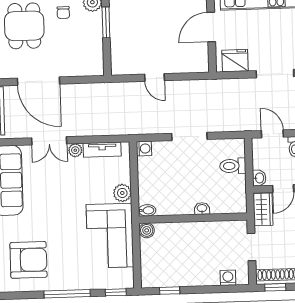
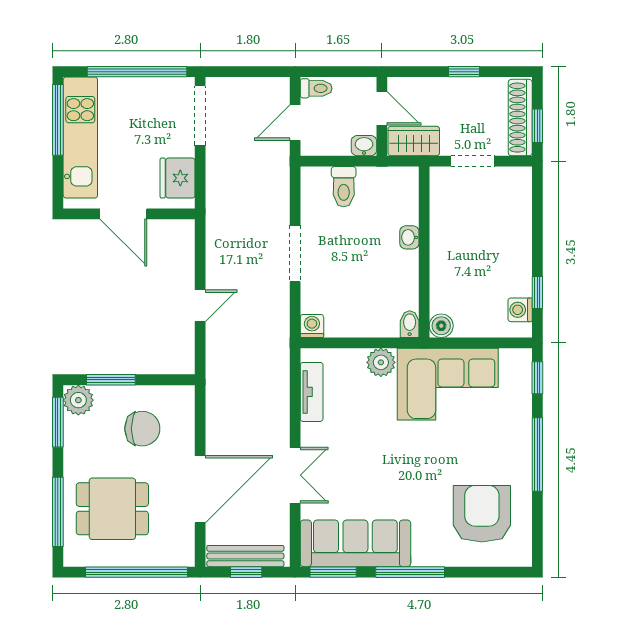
chair: (63, 13) -> (142, 429), moved, width x1.87, depth x1.87
plant: (75, 150) -> (311, 434), removed
washing machine: (228, 278) -> (520, 310), moved

